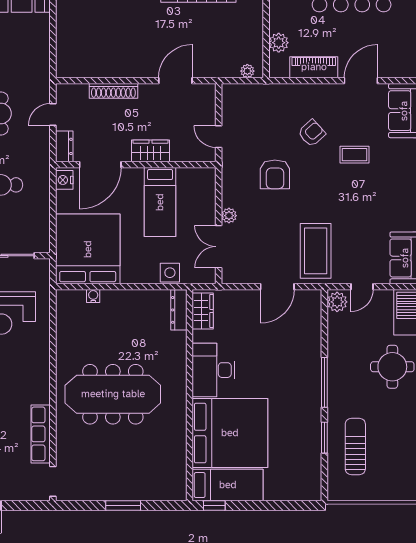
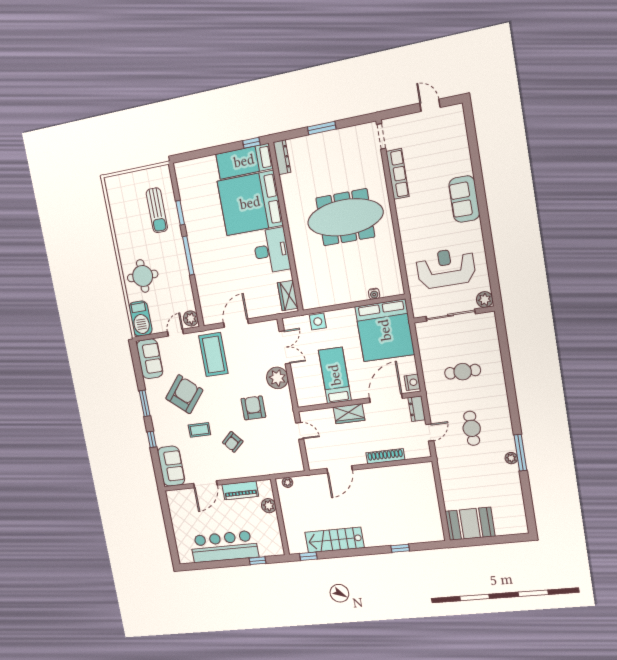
armchair: (366, 205) -> (184, 394), added
plant: (229, 216) -> (277, 378), width x1.88, depth x1.88
dresser: (179, 310) -> (282, 157), moved

